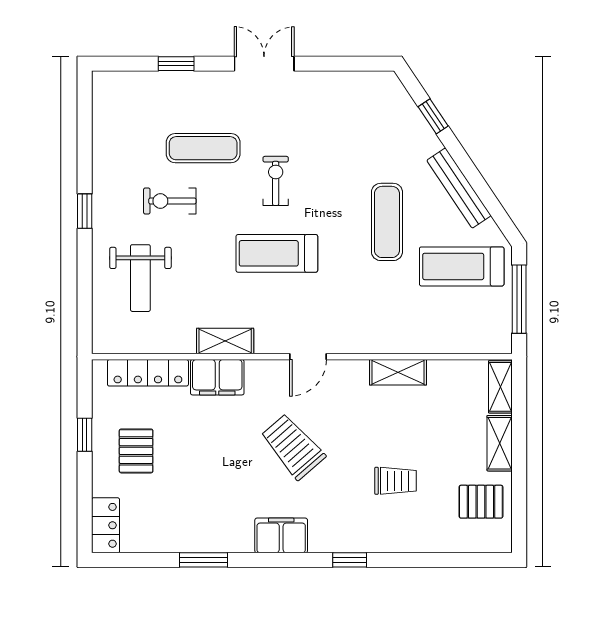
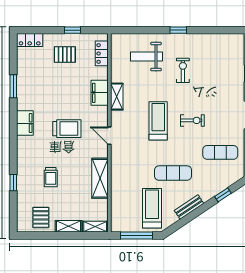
exercise mat: (203, 148) -> (220, 152), moved, turned 90
bench: (459, 188) -> (189, 207), width x0.73
shelving: (398, 372) -> (100, 178), width x1.50, depth x1.33
locker: (148, 373) -> (102, 53), width x0.66
trolley: (293, 447) -> (67, 129), turned 41
window: (350, 560) -> (13, 183), moved

